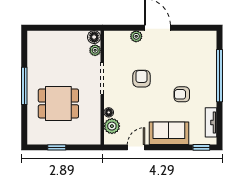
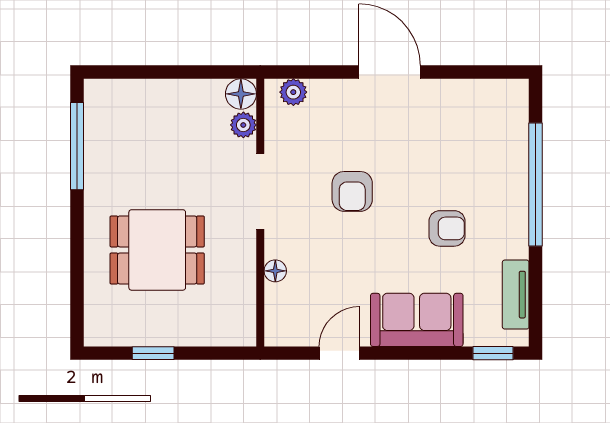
plant: (136, 36) -> (293, 92), moved
armchair: (141, 79) -> (352, 191), turned 180
window: (24, 86) -> (77, 146), moved
armchair: (182, 94) -> (447, 228), turned 180
plant: (112, 126) -> (283, 303), removed

